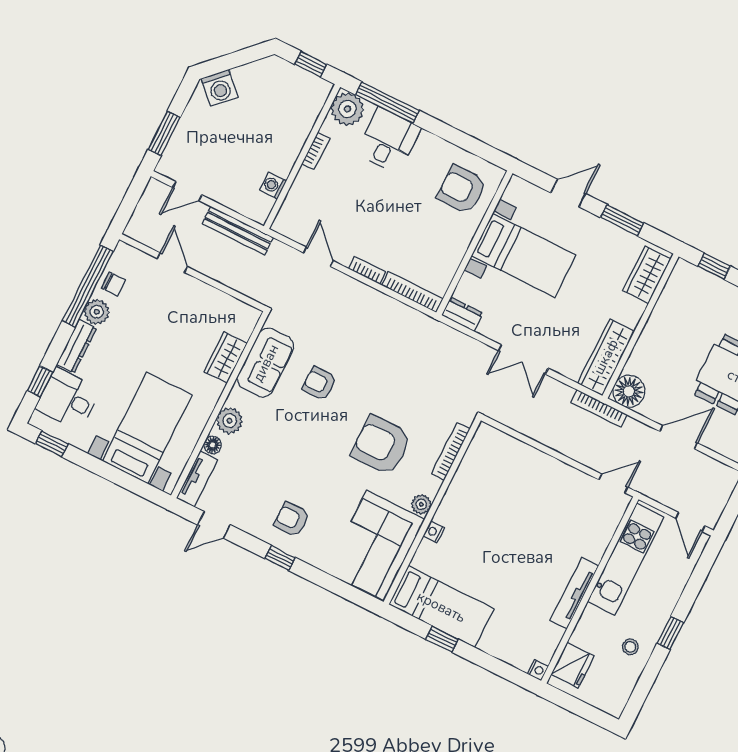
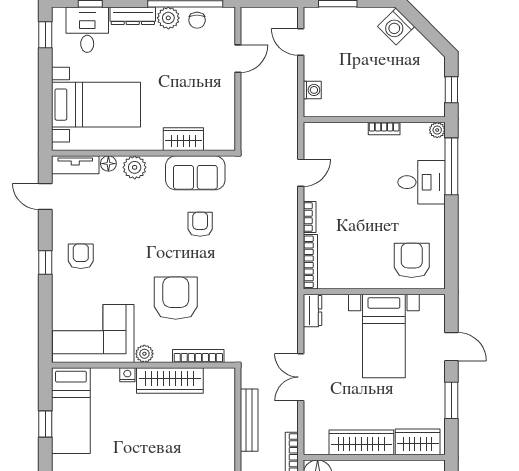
plant: (347, 109) -> (437, 130), width x0.53, depth x0.53
washing machine: (273, 186) -> (312, 90), moved, turned 90
bench: (238, 231) -> (249, 420), moved
wardrobe: (606, 357) -> (361, 442), moved
wardrobe: (461, 492) -> (170, 380), added

